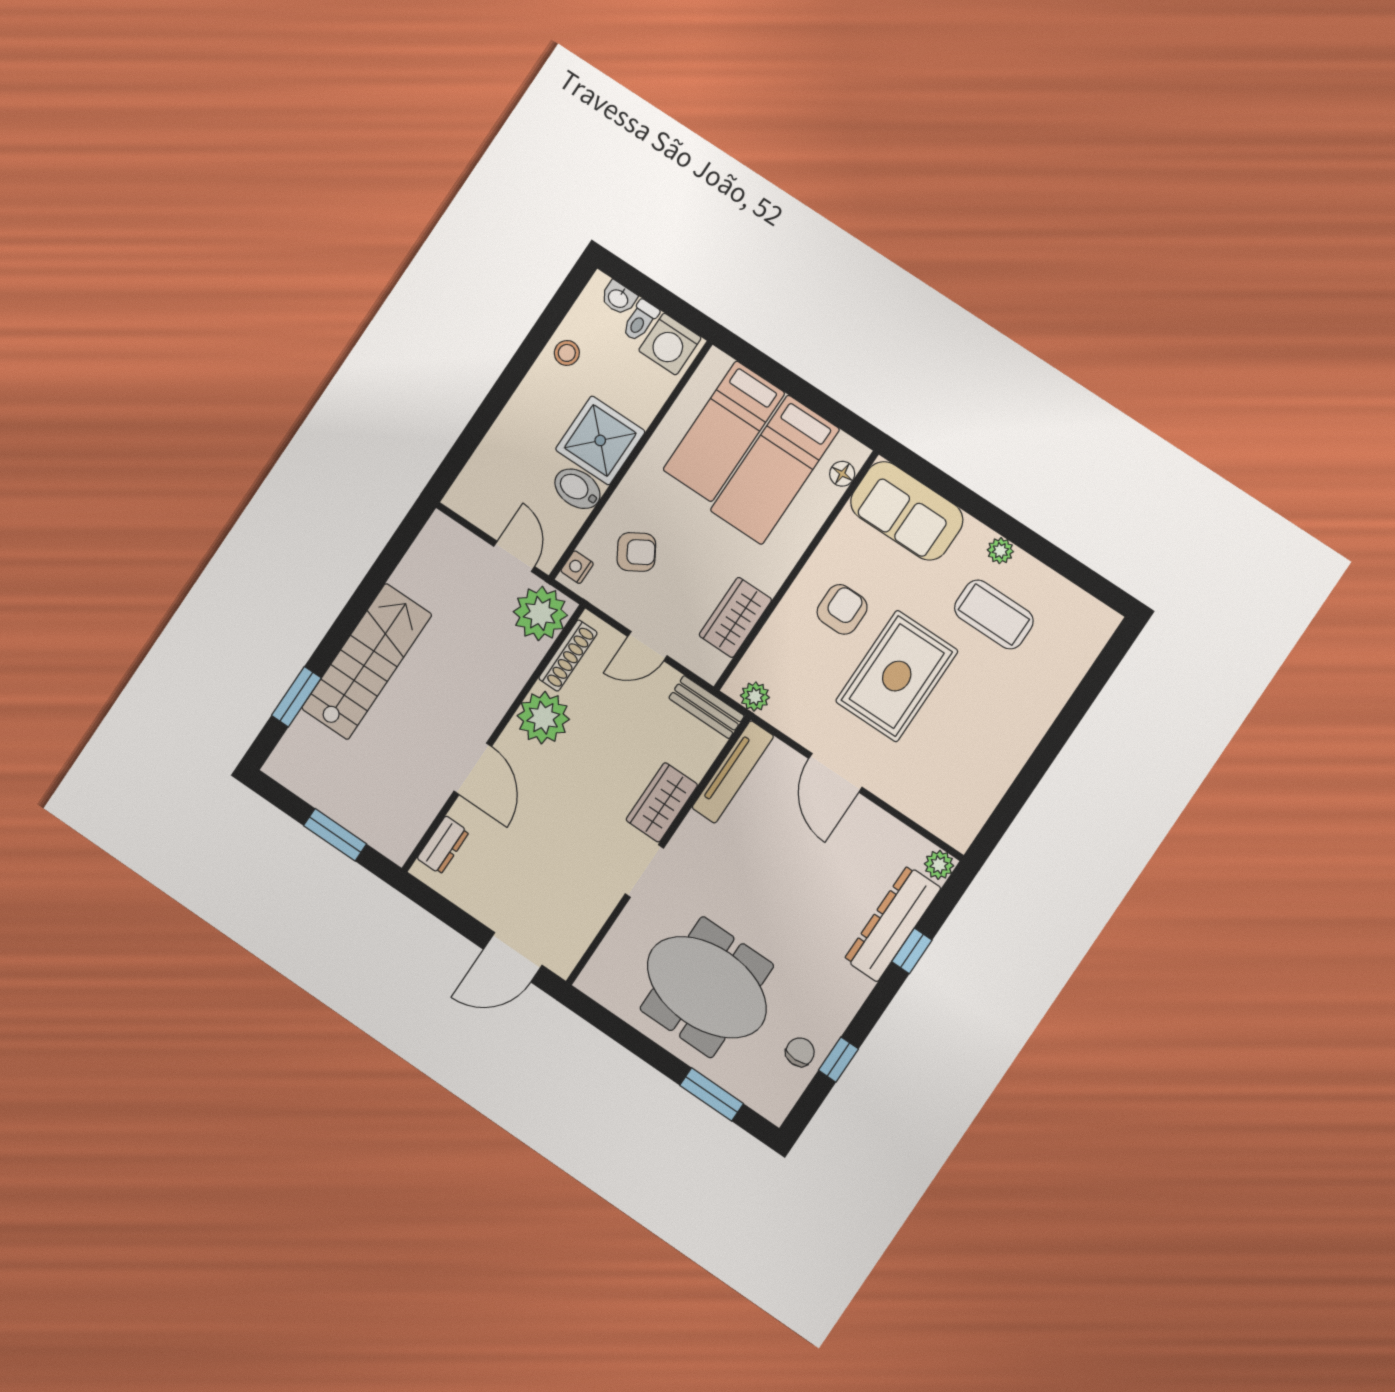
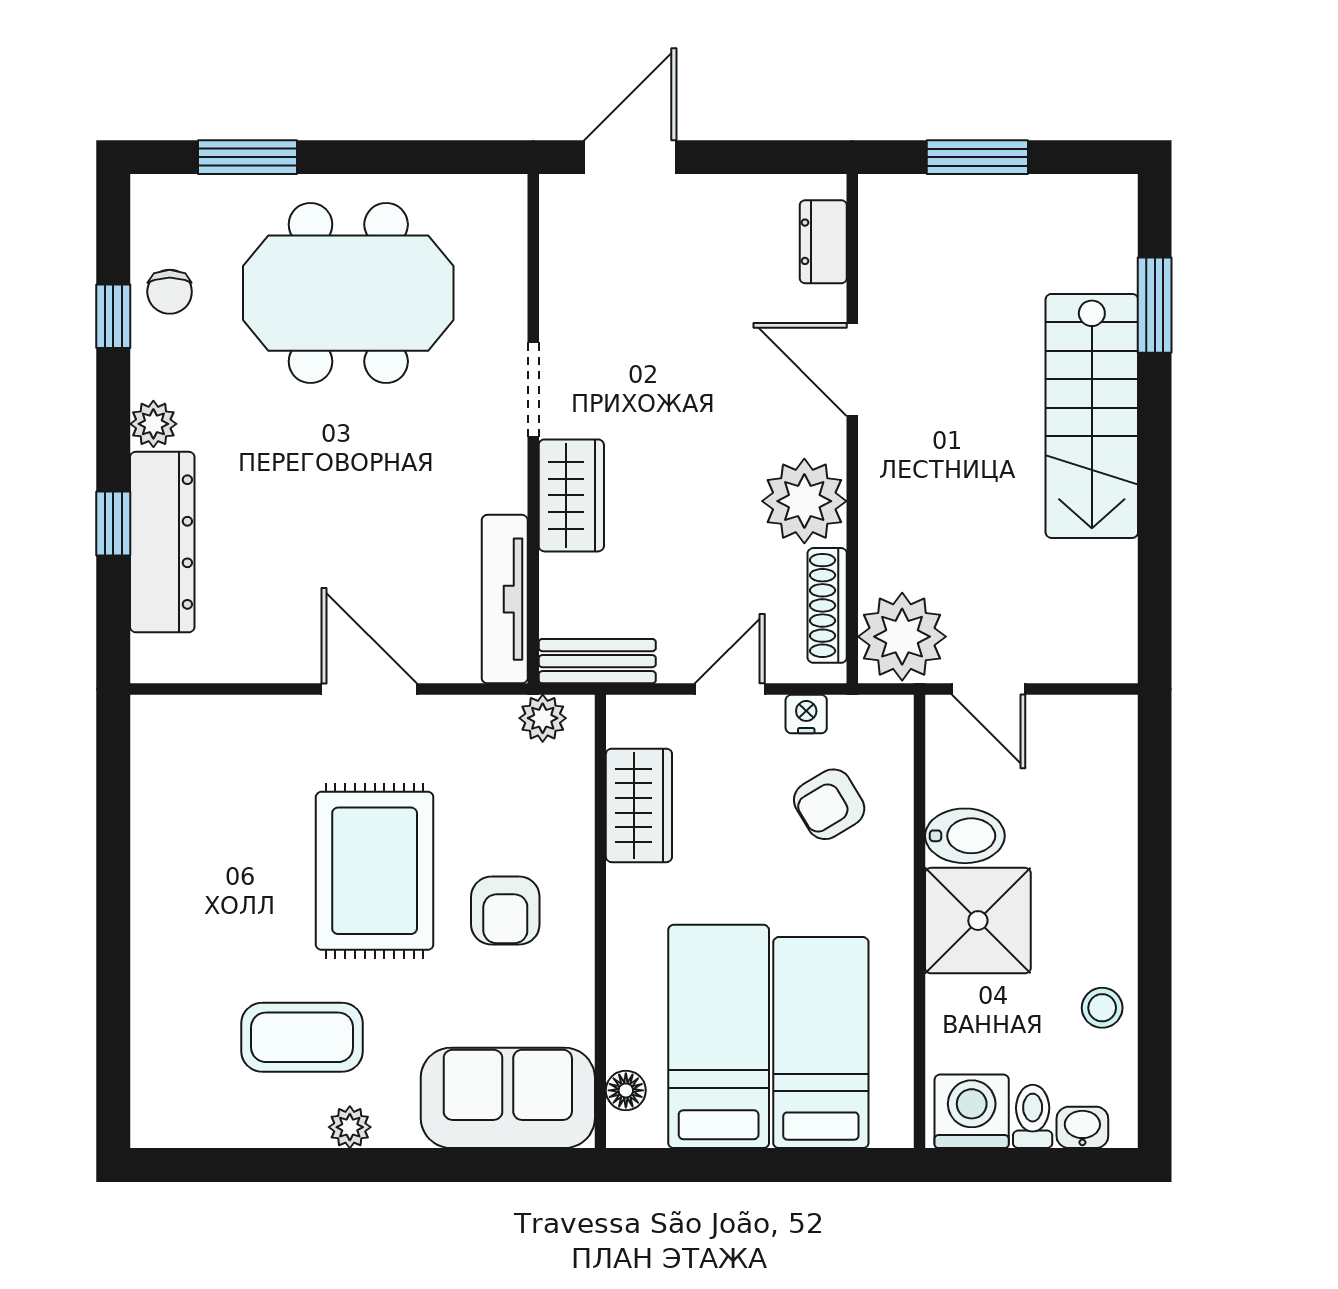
nightstand: (577, 567) -> (806, 714), moved, turned -90
plant: (939, 865) -> (153, 424), moved

